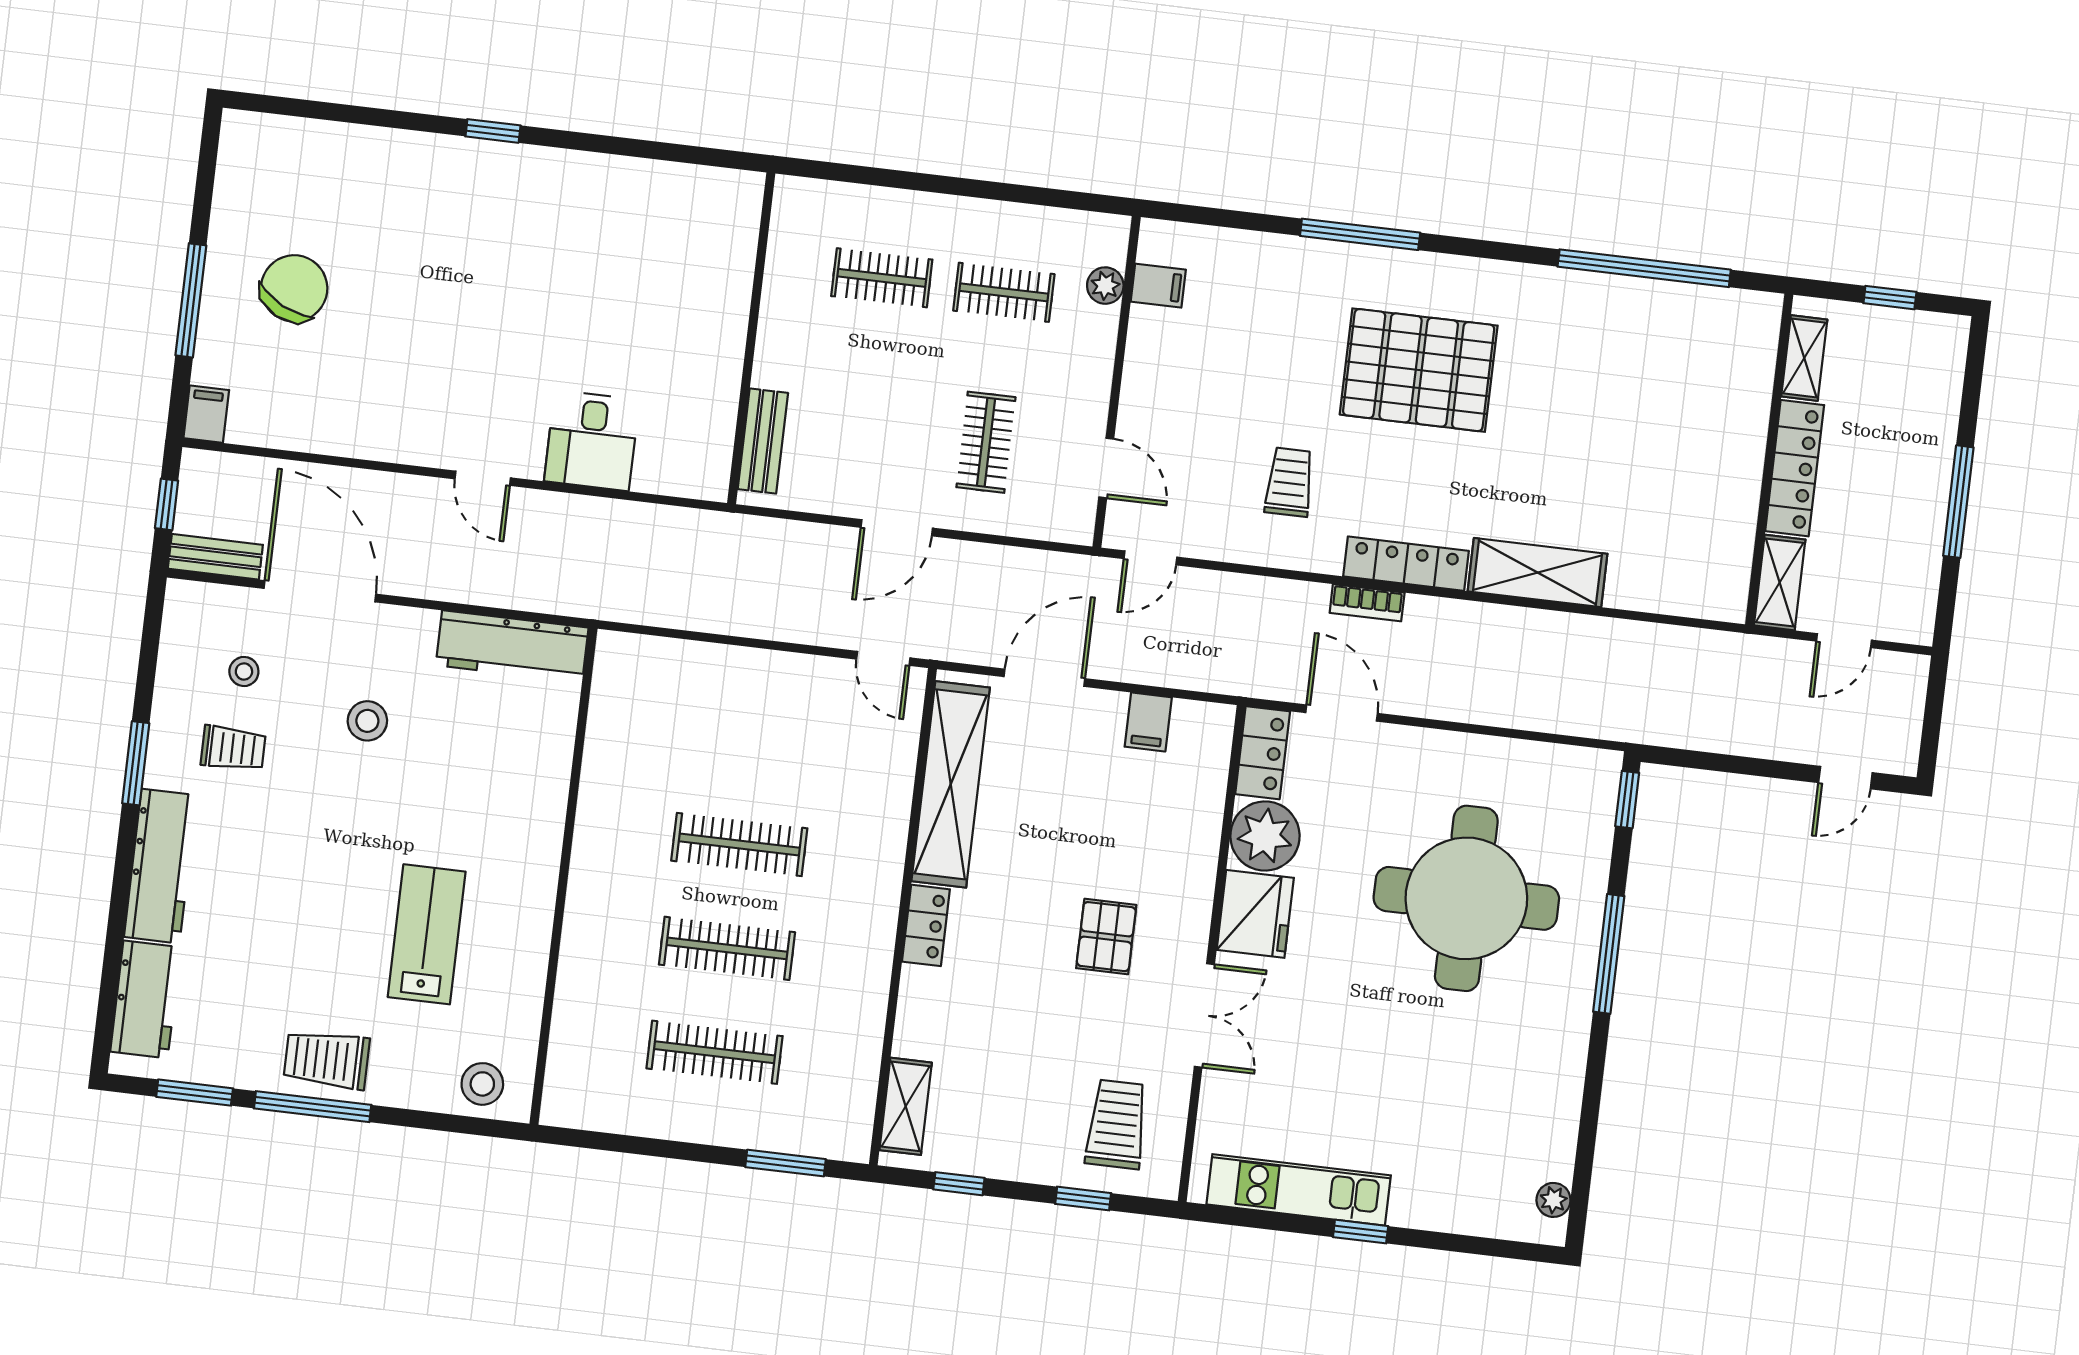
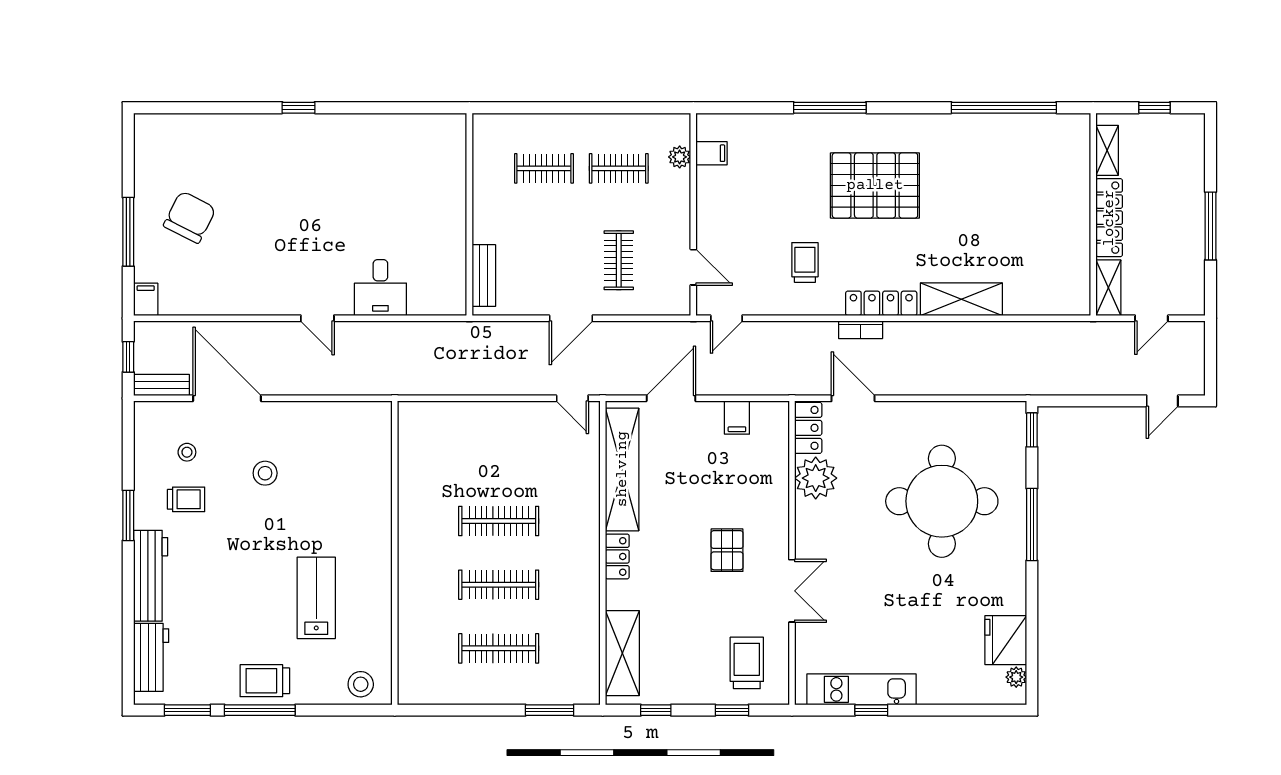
workbench: (512, 647) -> (347, 418), removed
fridge: (1255, 914) -> (1006, 640), moved, turned 180
shelving: (906, 1106) -> (622, 653), width x1.50, depth x1.33
window: (1361, 1232) -> (871, 710), moved

